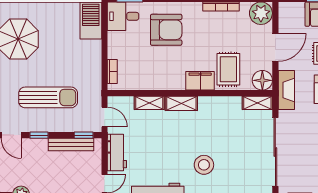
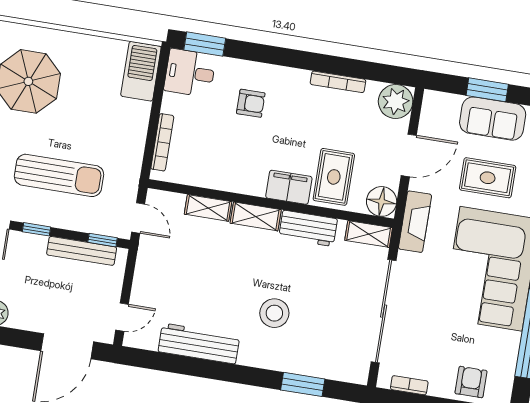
armchair: (166, 30) -> (251, 103), width x0.53, depth x0.53
bookcase: (112, 72) -> (162, 142), width x1.56
workbench: (117, 152) -> (308, 228), moved, turned 90

